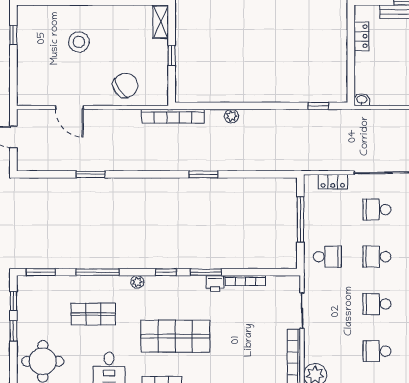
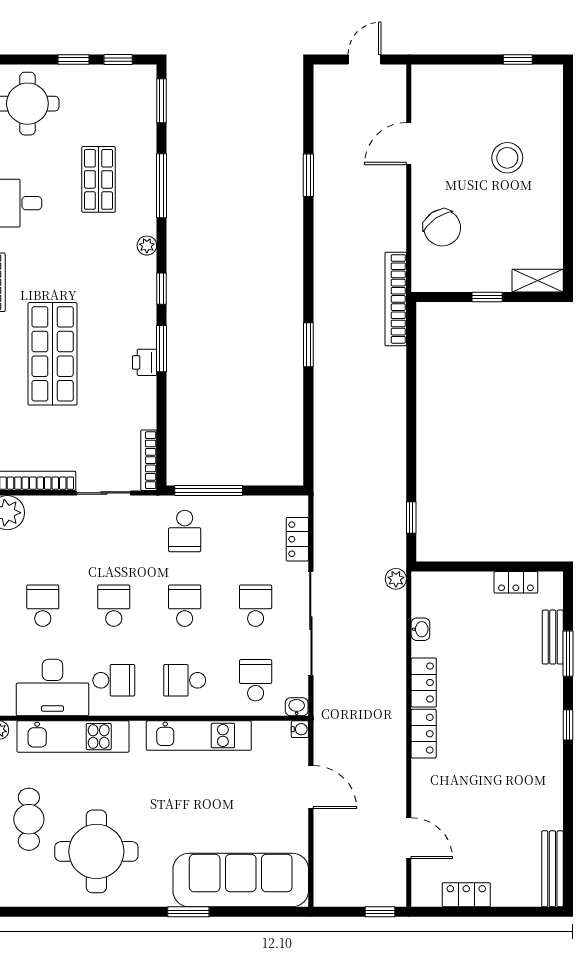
washbasin: (362, 100) -> (420, 629), moved
plant: (231, 116) -> (396, 579), moved
window: (300, 219) -> (209, 491), moved
bookcase: (245, 281) -> (149, 460), moved
shop shelf: (175, 336) -> (53, 354), moved

